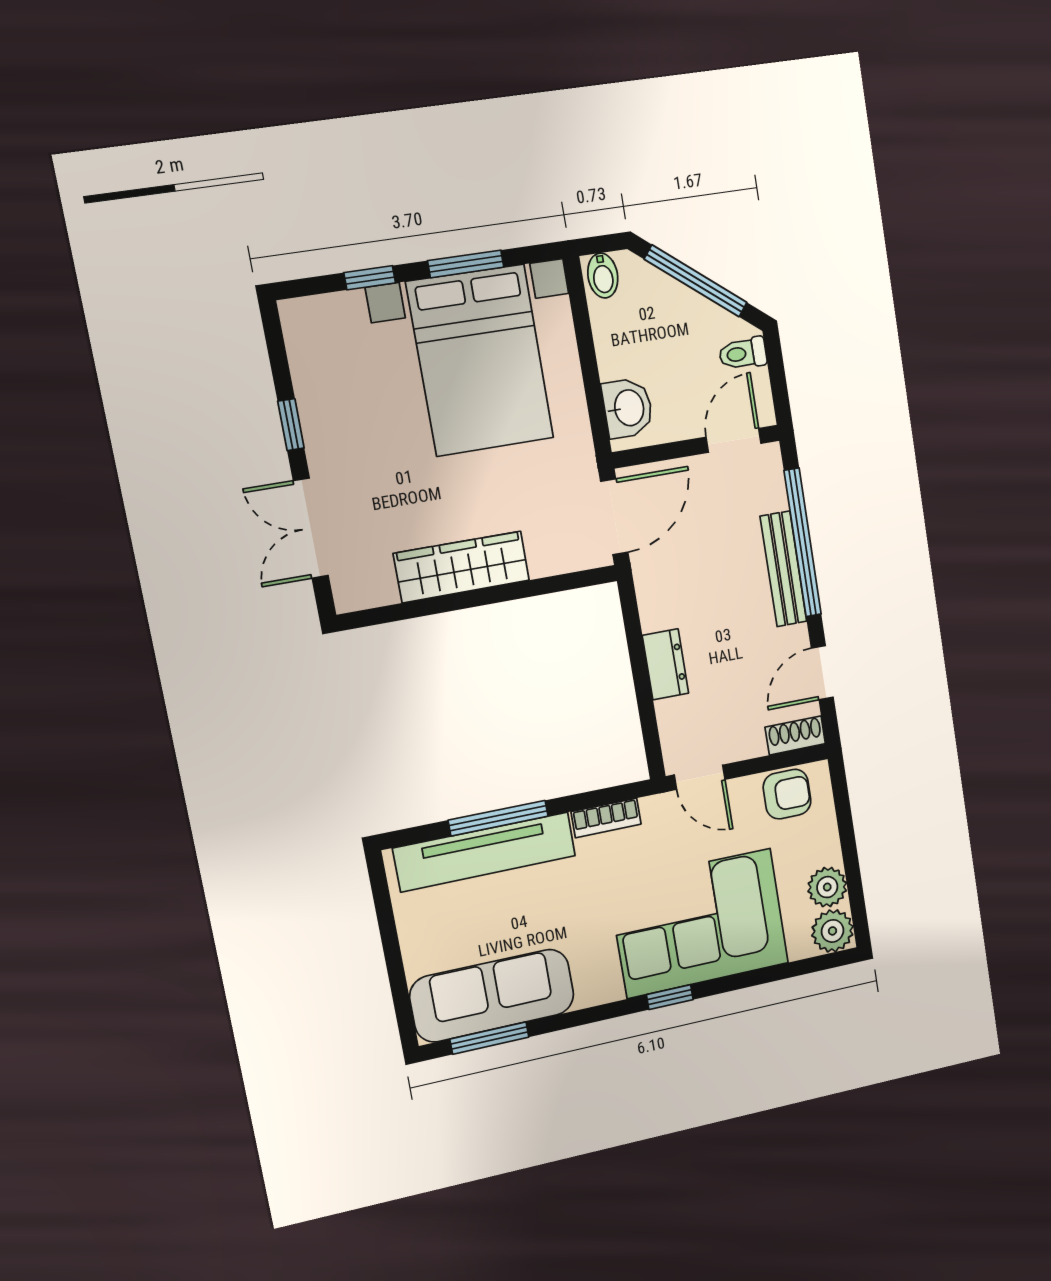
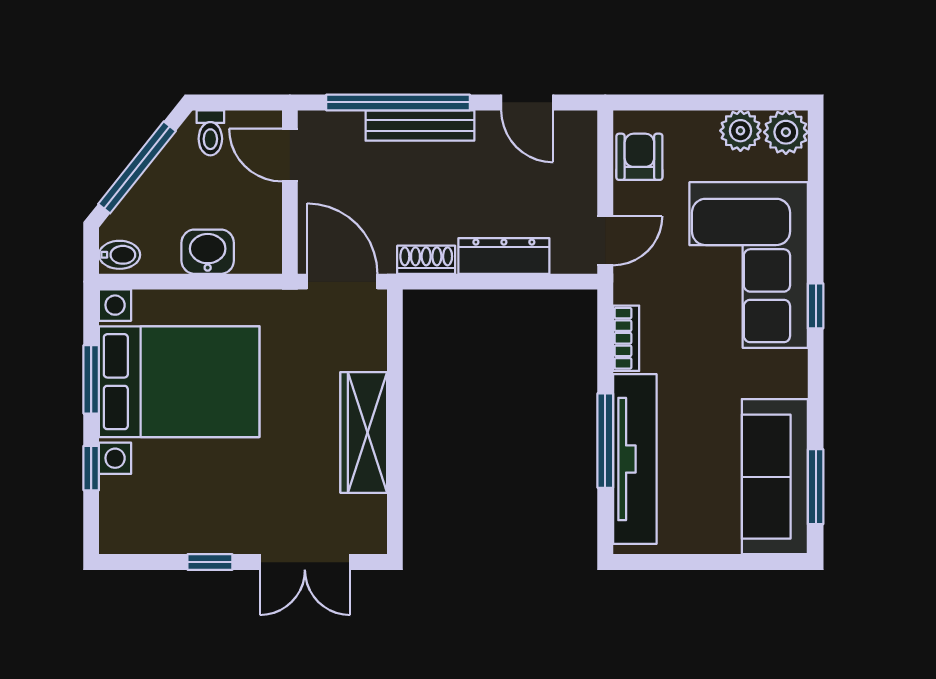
washbasin: (628, 408) -> (208, 252), moved
dresser: (665, 664) -> (504, 256), width x1.44
shoe rack: (795, 735) -> (426, 260), moved, turned 90

